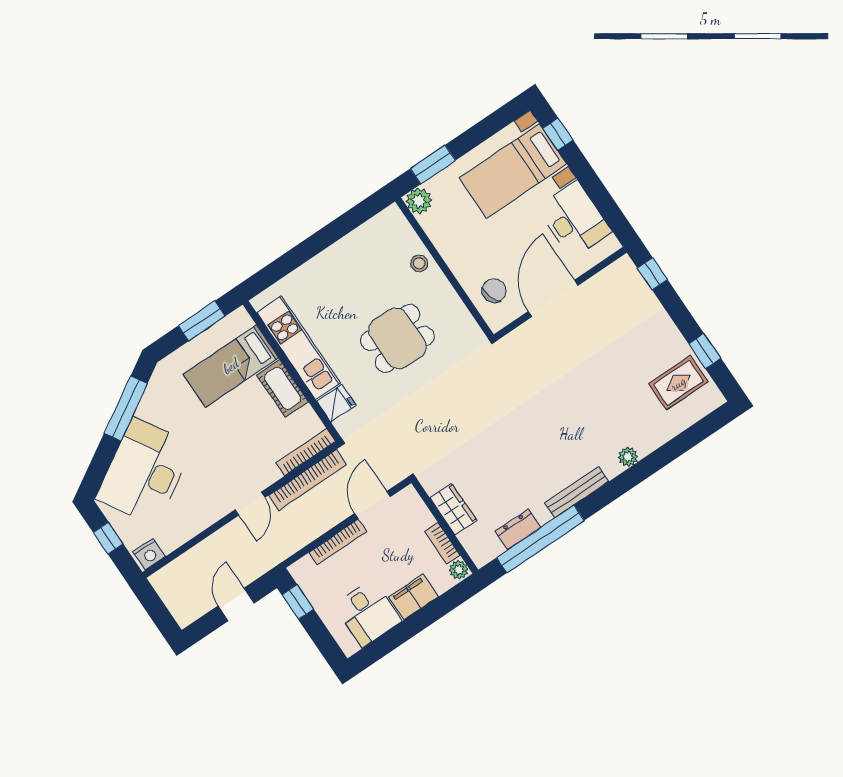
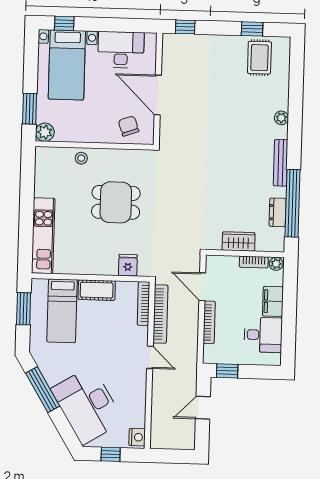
dining table: (397, 338) -> (116, 202), turned 90
kitchen unit: (298, 348) -> (43, 236), moved, turned 90
door: (236, 604) -> (203, 408), hinge flipped

